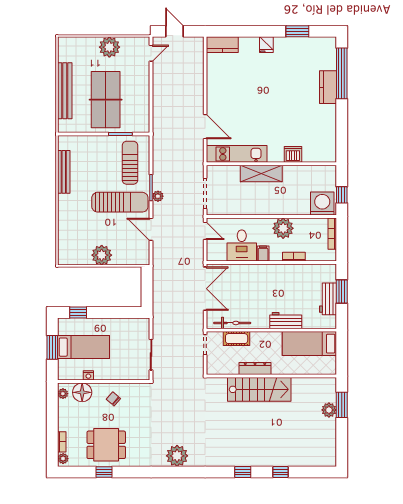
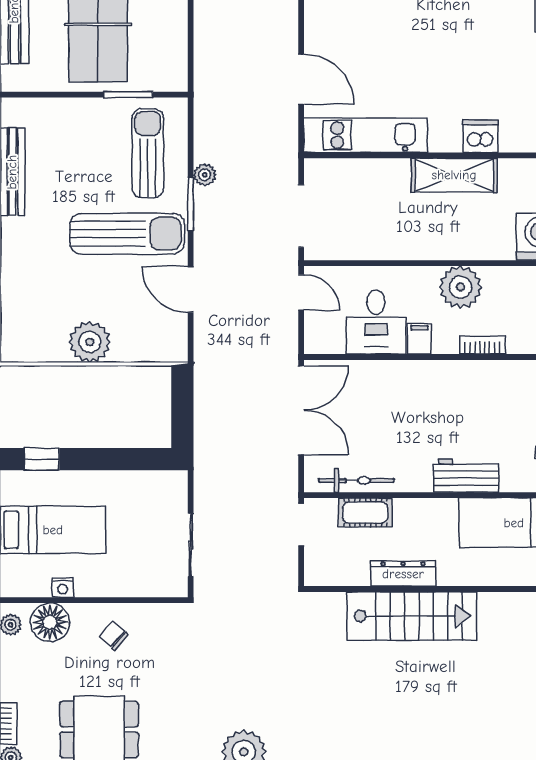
shelving: (261, 174) -> (454, 175), moved
plant: (158, 196) -> (205, 175), moved

